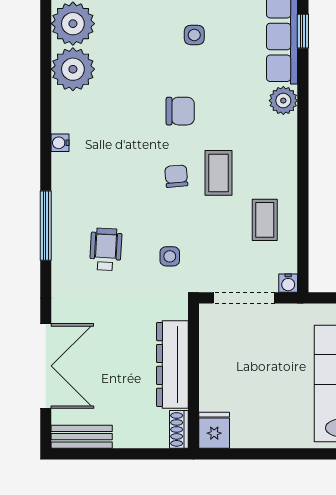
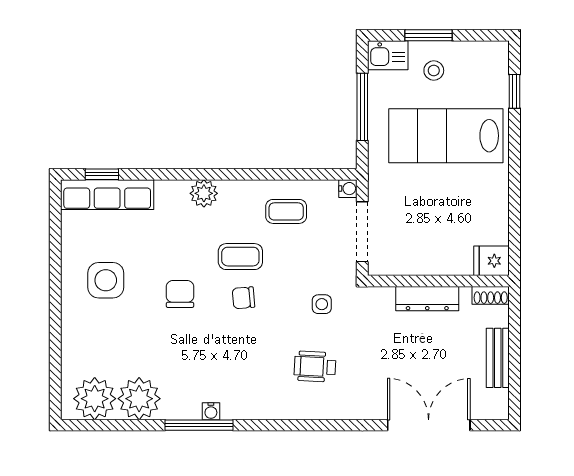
side table: (194, 35) -> (106, 280), width x1.87, depth x1.87
plant: (283, 101) -> (204, 193), moved
window: (46, 226) -> (199, 425), moved
dresser: (172, 364) -> (427, 299), width x0.73, depth x0.80
bench: (82, 437) -> (498, 358), moved

